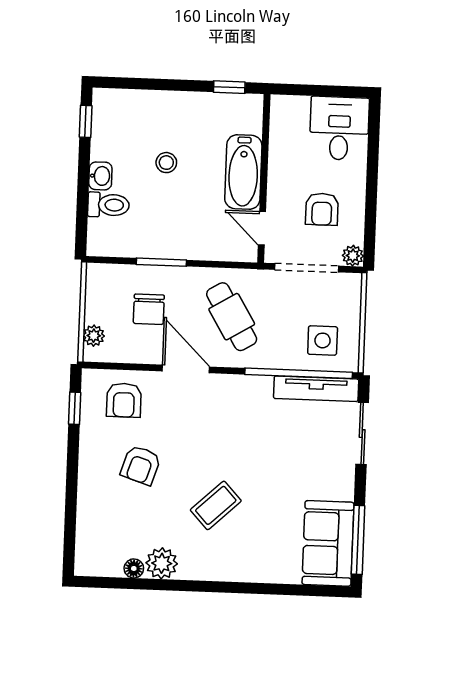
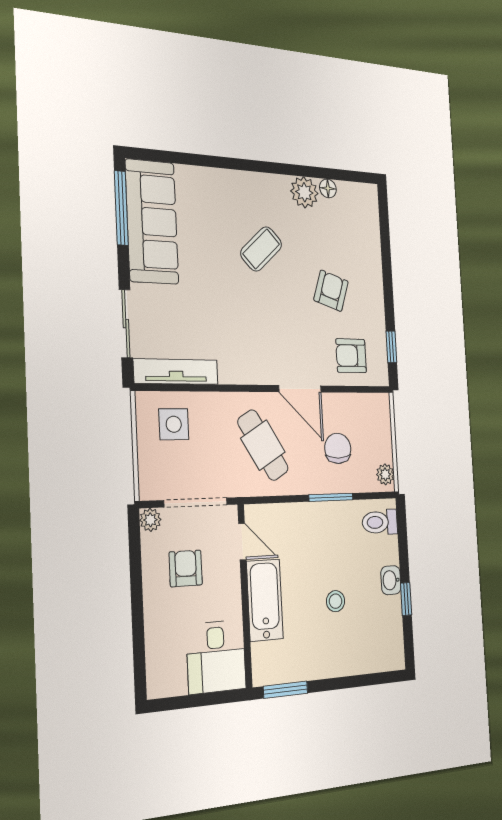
window: (229, 87) -> (286, 690), width x1.50
window: (86, 121) -> (406, 599), moved
desk: (339, 128) -> (216, 657), moved
toilet: (108, 205) -> (380, 522), moved
plant: (94, 336) -> (385, 474), moved
window: (299, 373) -> (194, 388), removed
armchair: (124, 400) -> (351, 356), turned -90
sofa: (328, 543) -> (152, 222), width x1.36

